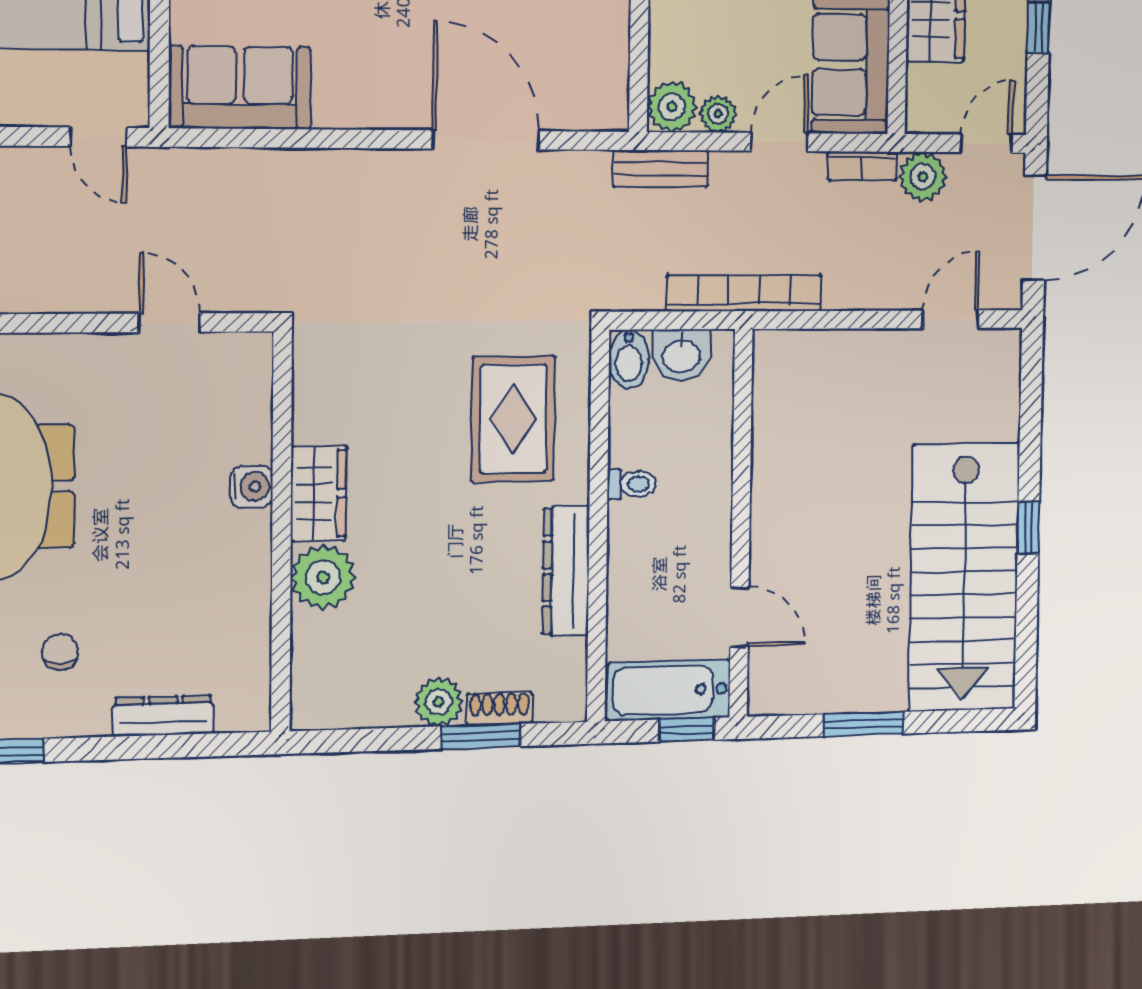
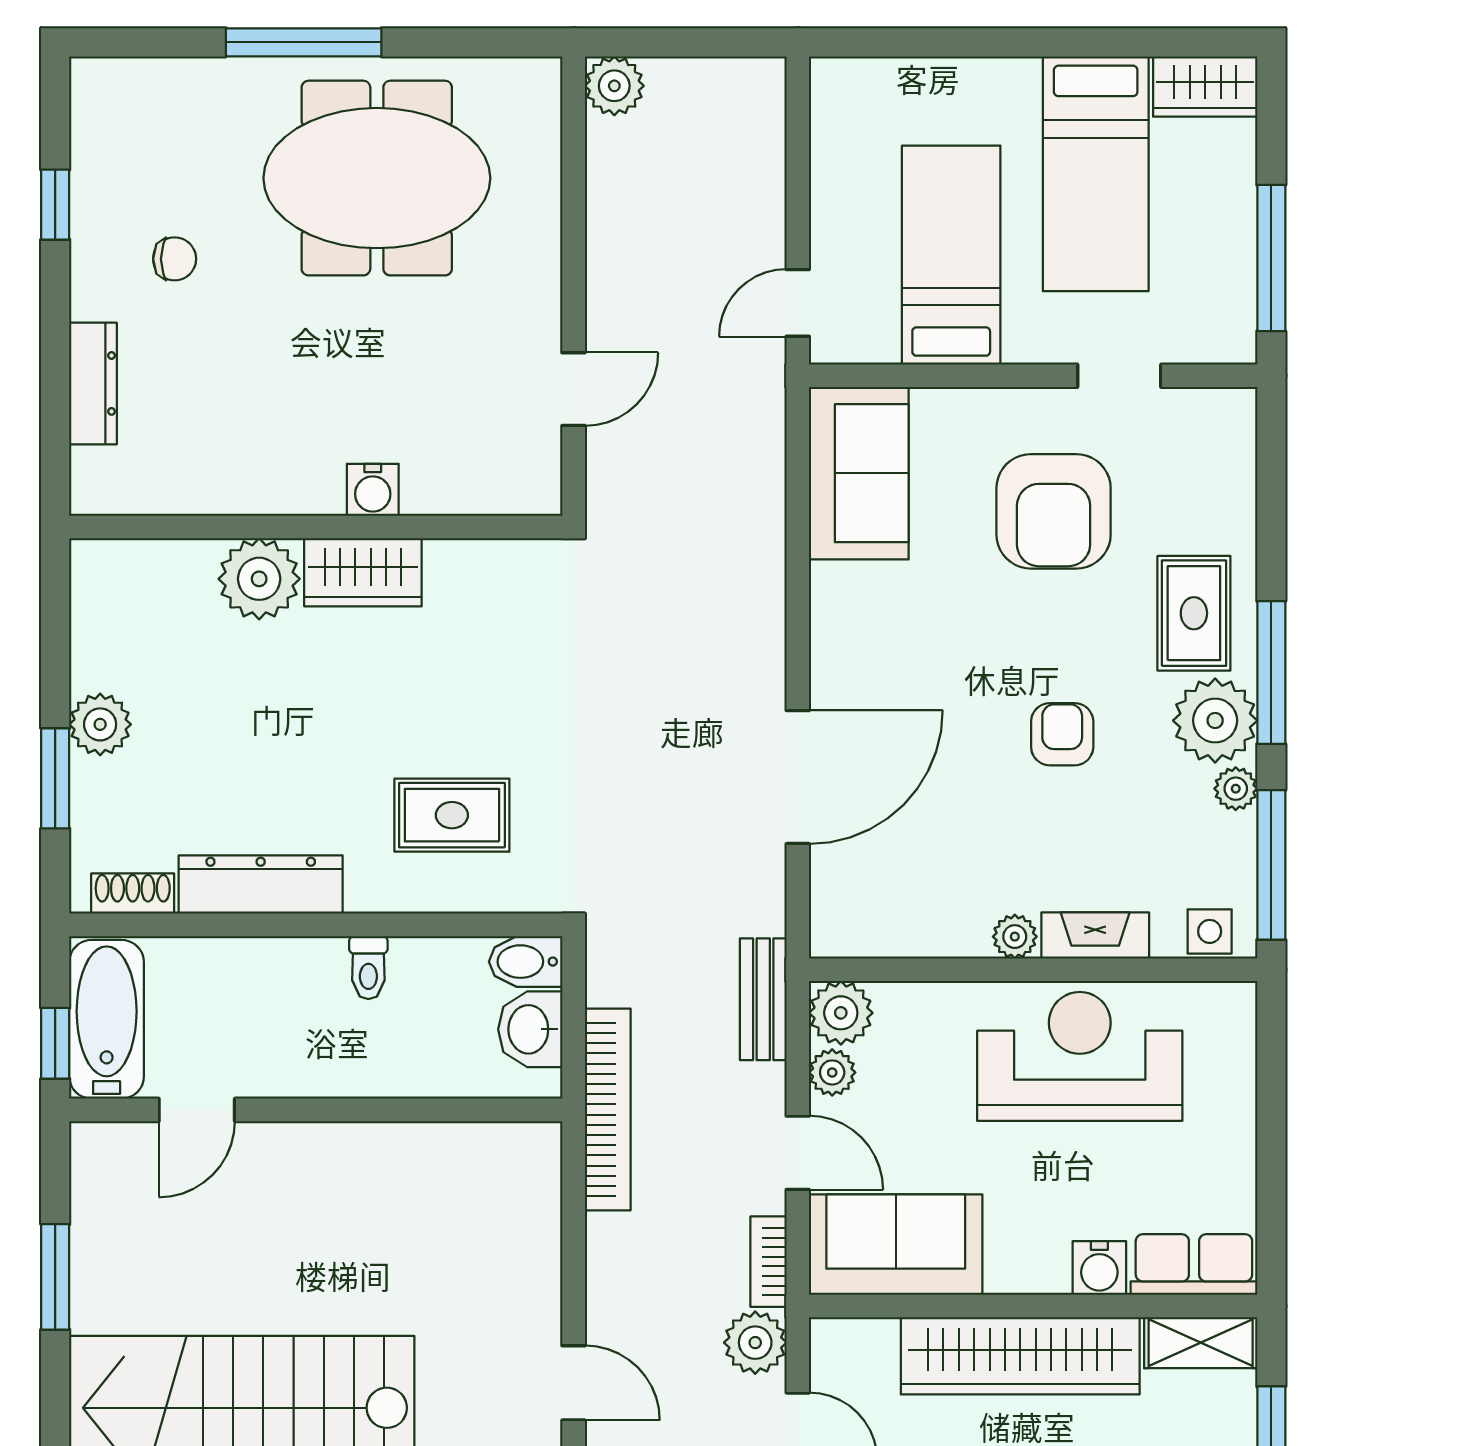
rug: (513, 419) -> (452, 815), width x0.73, depth x0.70
shoe rack: (499, 709) -> (133, 894), moved, turned -90

